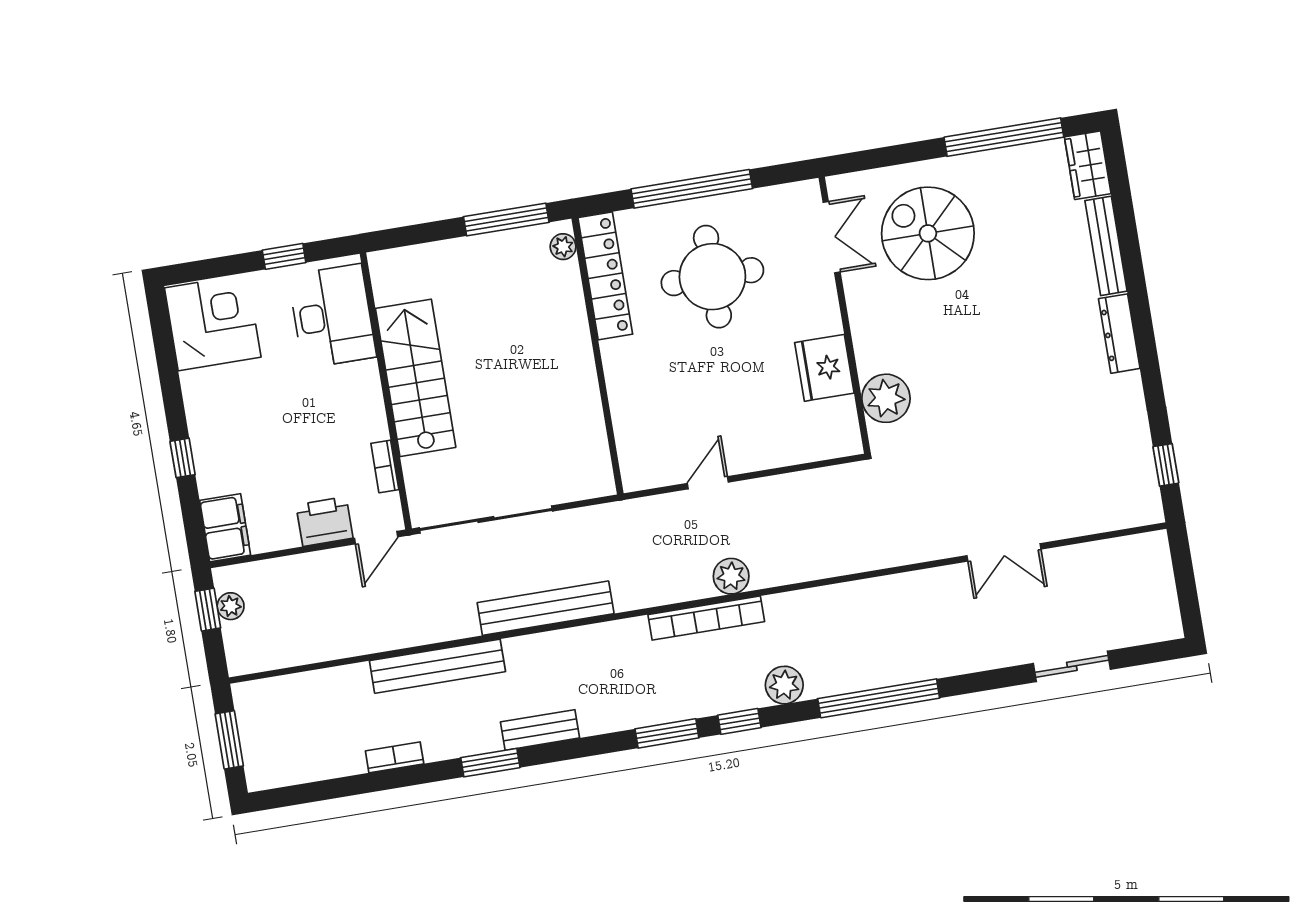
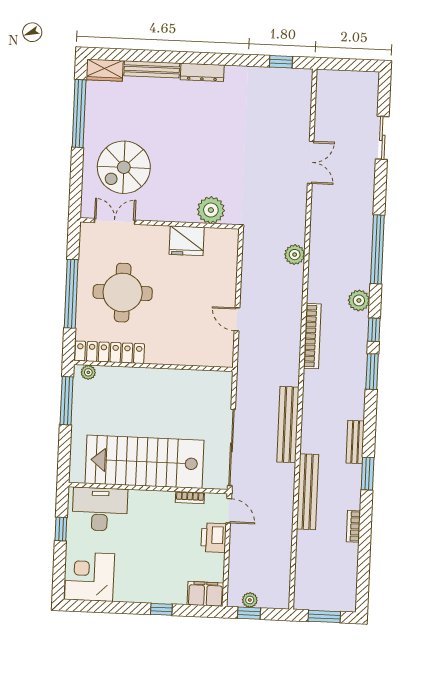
stairs: (416, 378) -> (145, 462), width x1.36, depth x1.51
plant: (731, 576) -> (295, 255), moved

